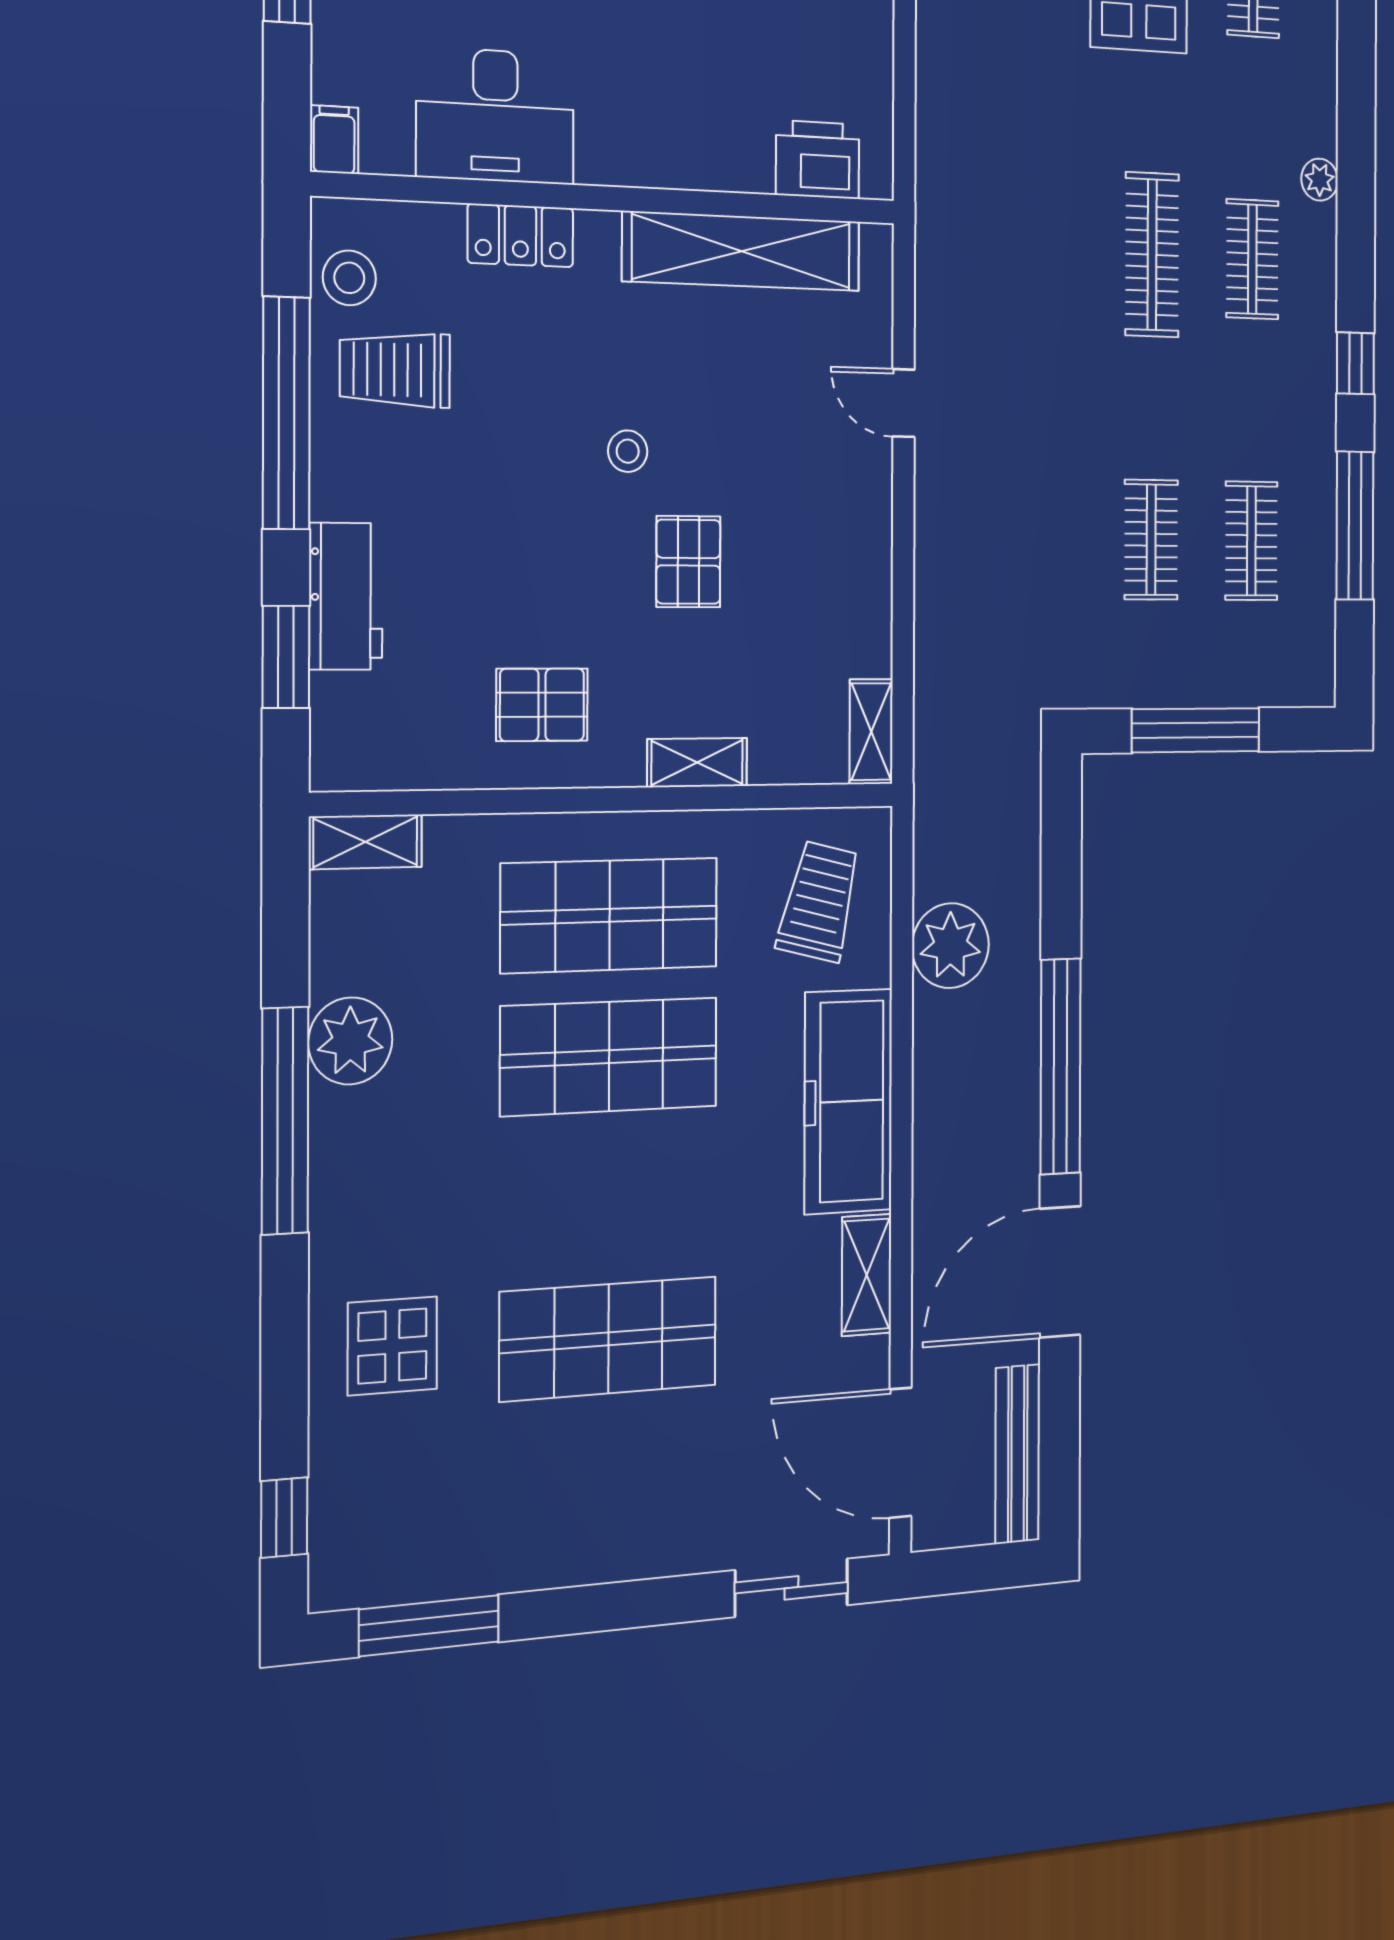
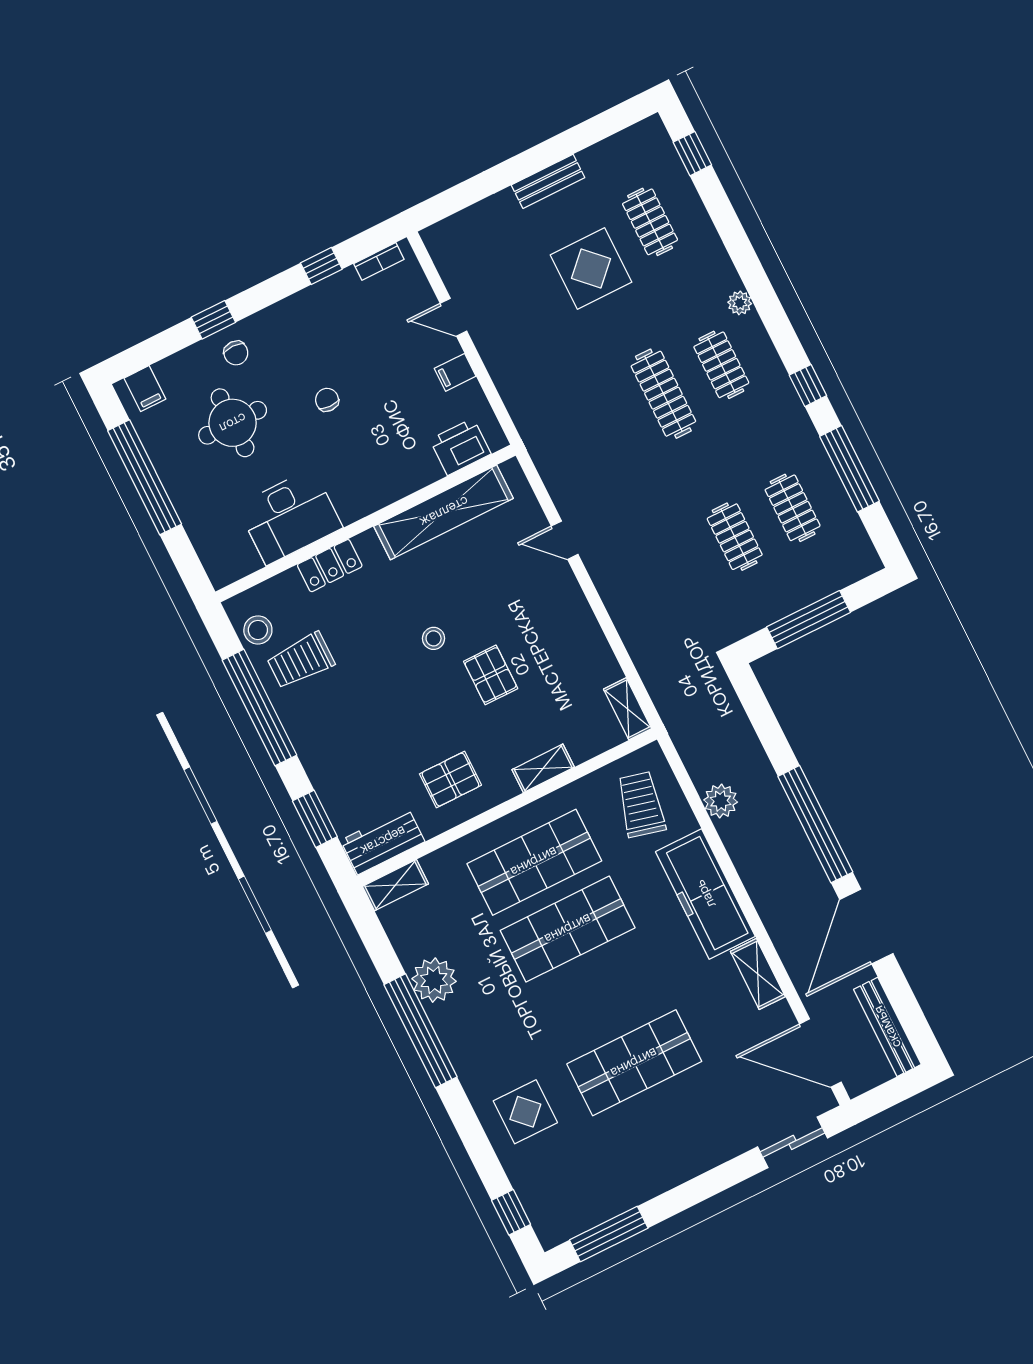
filing cabinet: (334, 140) -> (455, 372), moved, turned -90
workbench: (346, 596) -> (383, 841), moved, turned -90
plant: (950, 946) -> (721, 801), width x0.73, depth x0.73

